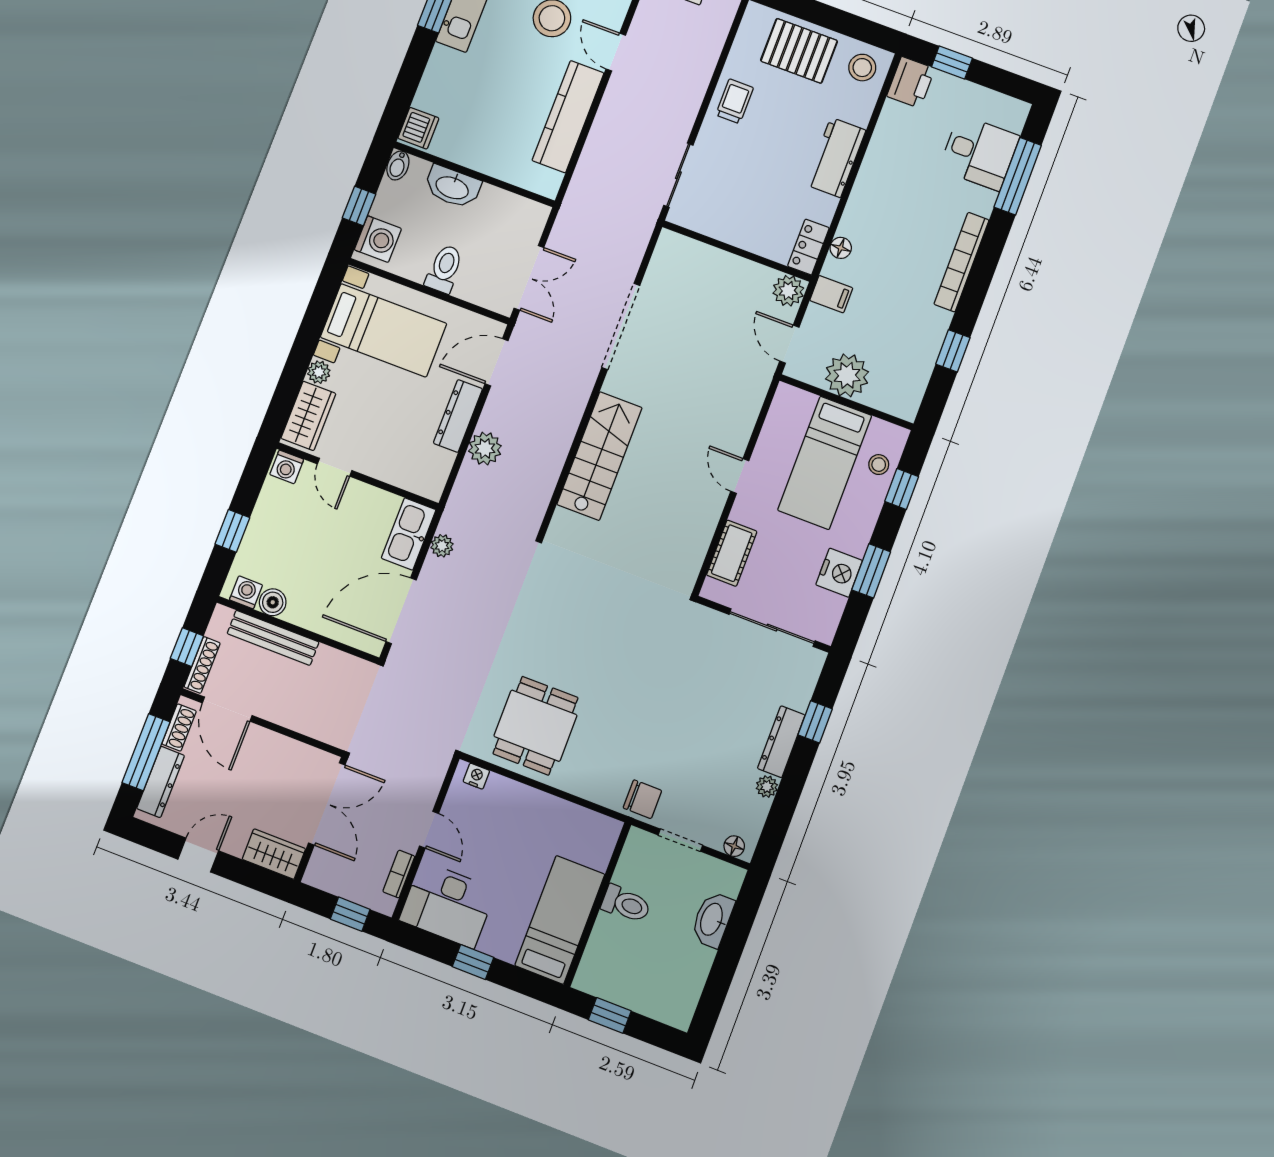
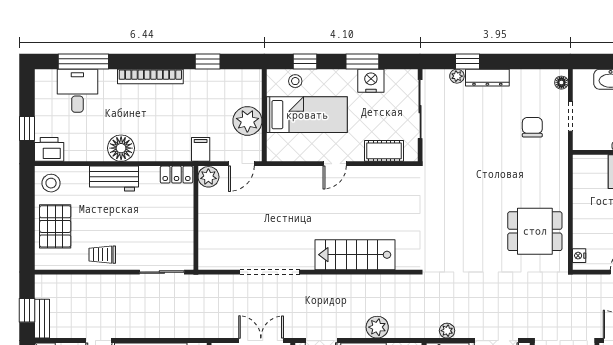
floor lamp: (841, 248) -> (121, 148), moved, width x1.89, depth x1.89
plant: (767, 787) -> (457, 76), moved
chair: (642, 799) -> (532, 127), moved

